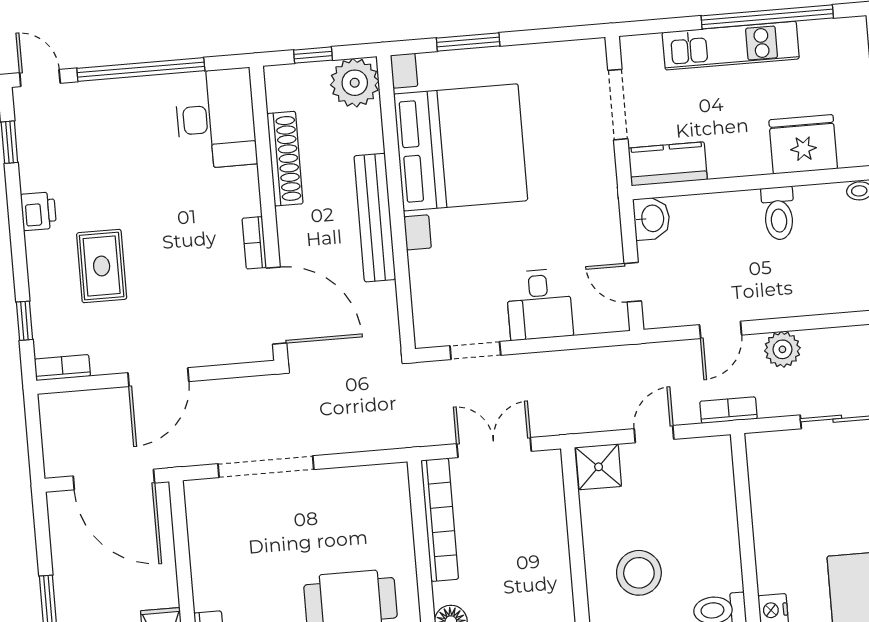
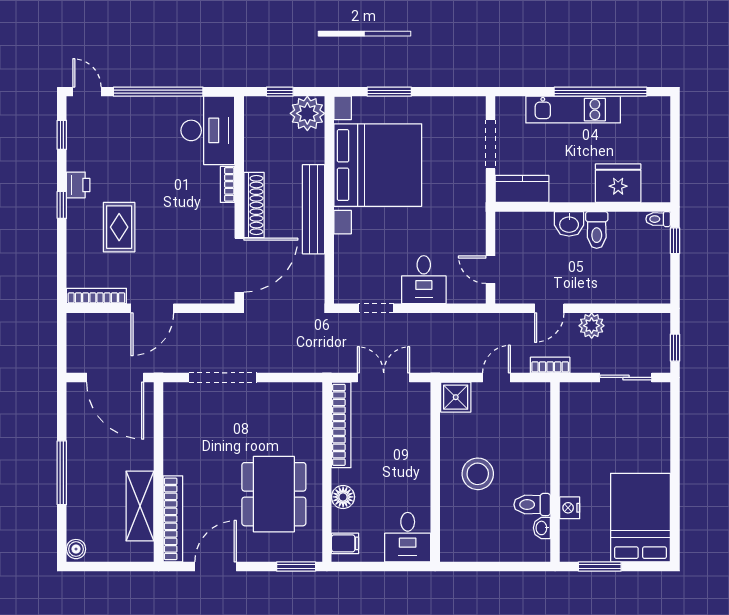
shoe rack: (285, 159) -> (254, 205), moved
washbasin: (652, 218) -> (569, 224), moved, turned 90
bookcase: (254, 243) -> (227, 184), moved
door: (276, 306) -> (239, 265), hinge flipped
window: (24, 321) -> (62, 205), moved
bookcase: (62, 368) -> (96, 296), width x1.56

